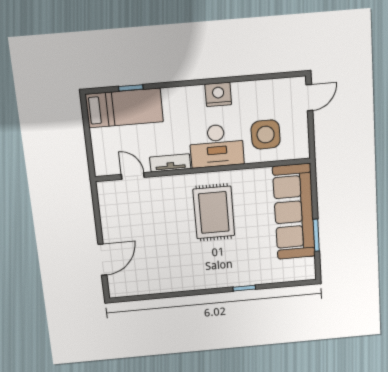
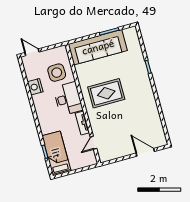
nightstand: (218, 94) -> (35, 87), moved

